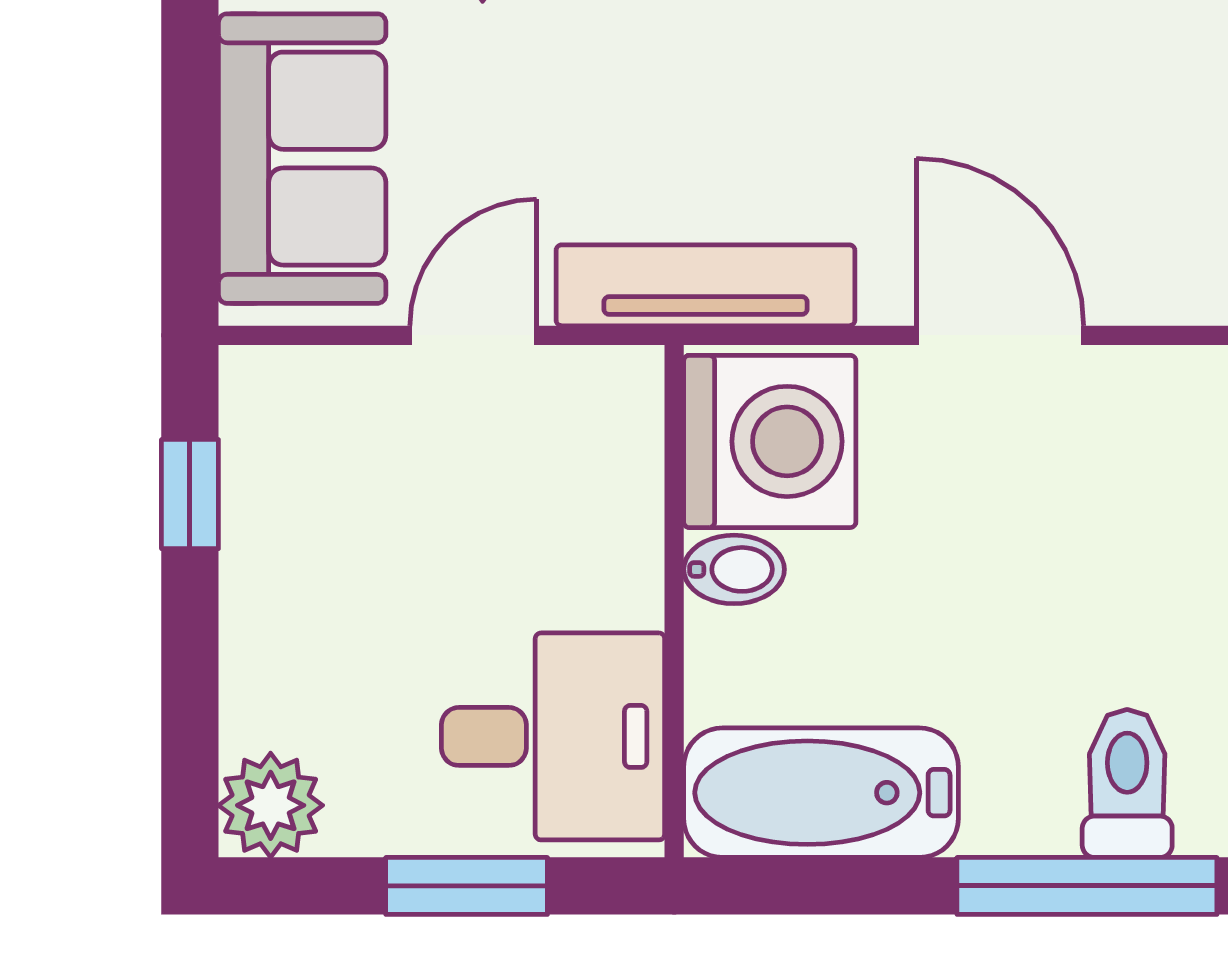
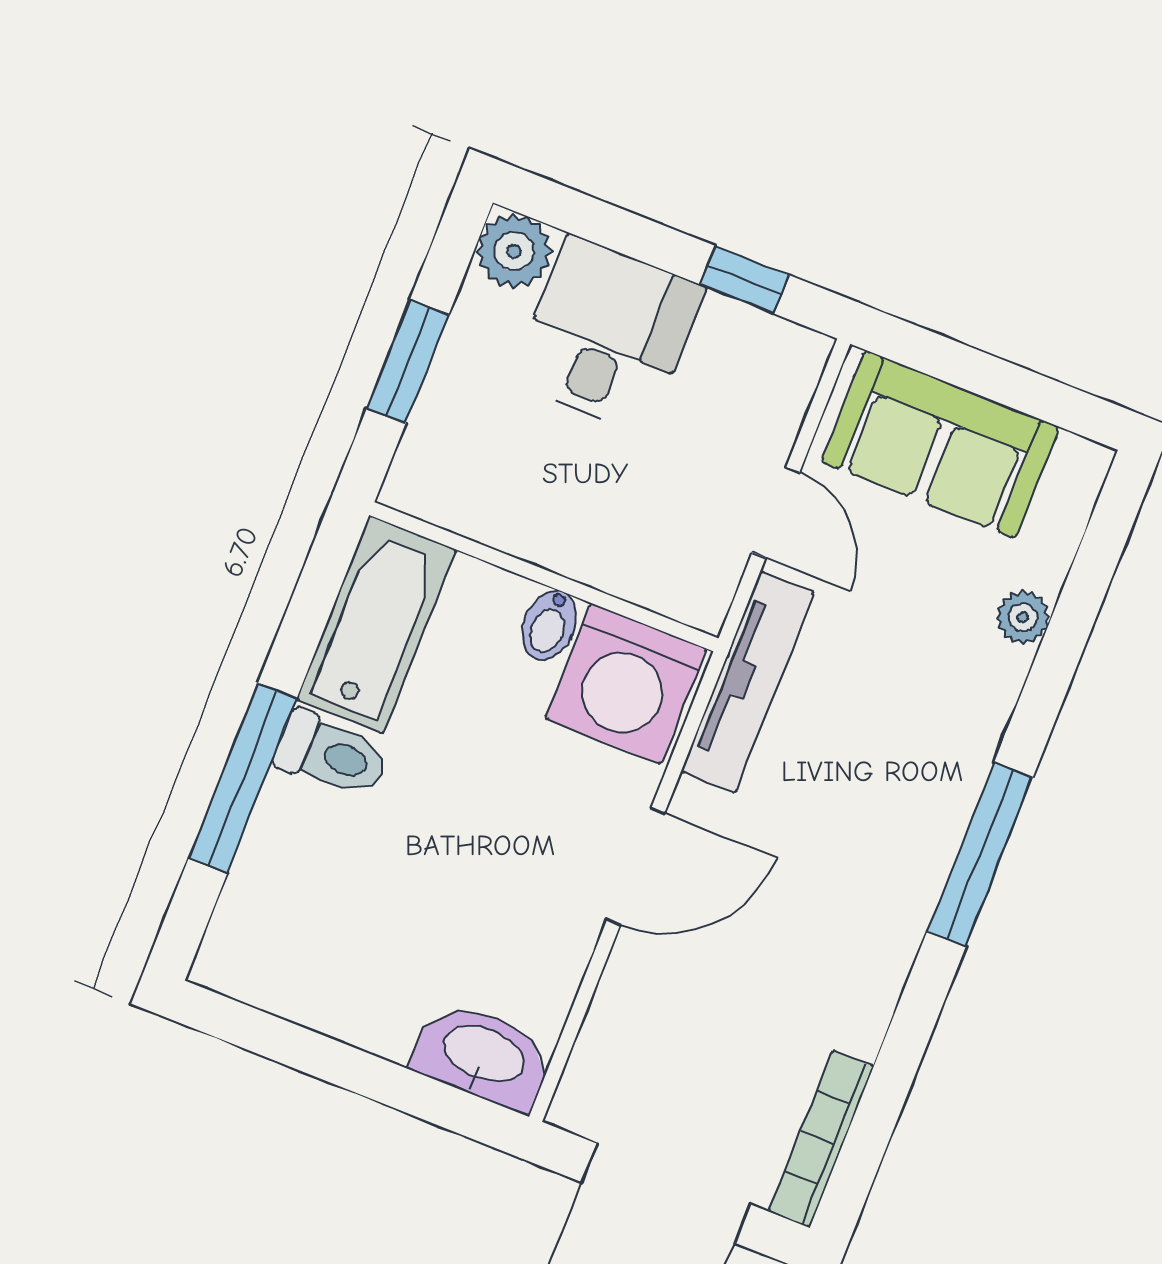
desk: (553, 736) -> (608, 335), moved, turned 180
toilet: (1127, 783) -> (332, 754), moved

